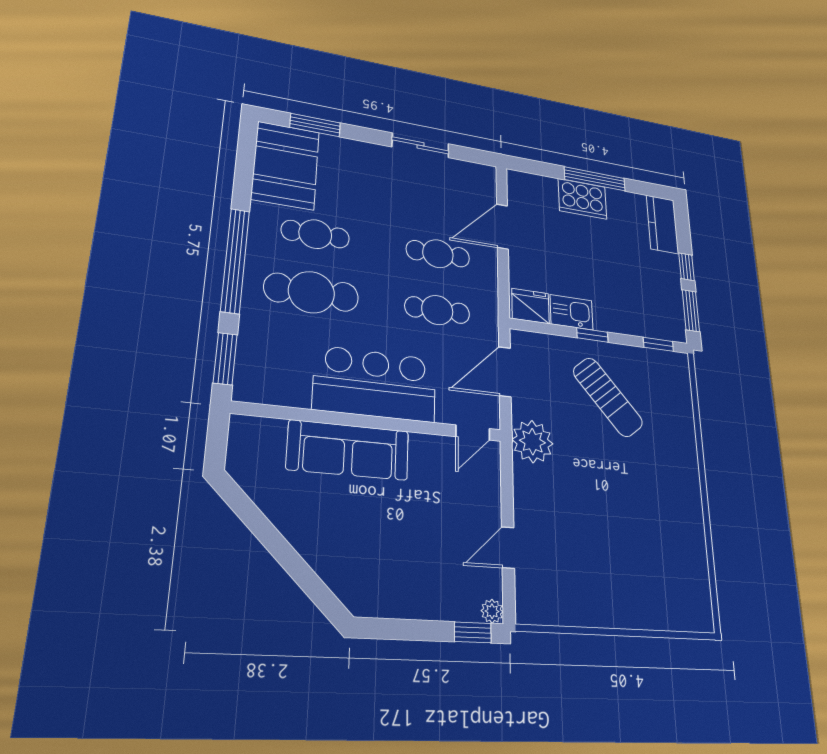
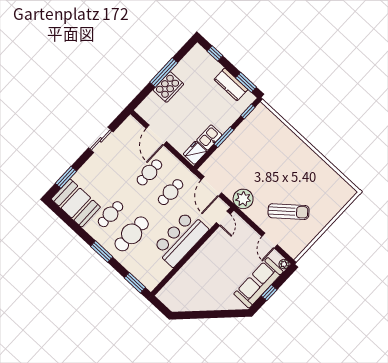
kitchen counter: (662, 224) -> (231, 84), moved
window: (235, 260) -> (102, 252), width x0.47
window: (687, 267) -> (215, 53), moved
window: (592, 335) -> (224, 137), width x1.50
sun lounger: (608, 397) -> (289, 212), moved
sofa: (348, 450) -> (258, 283), moved, turned 180
window: (473, 632) -> (269, 293), moved

